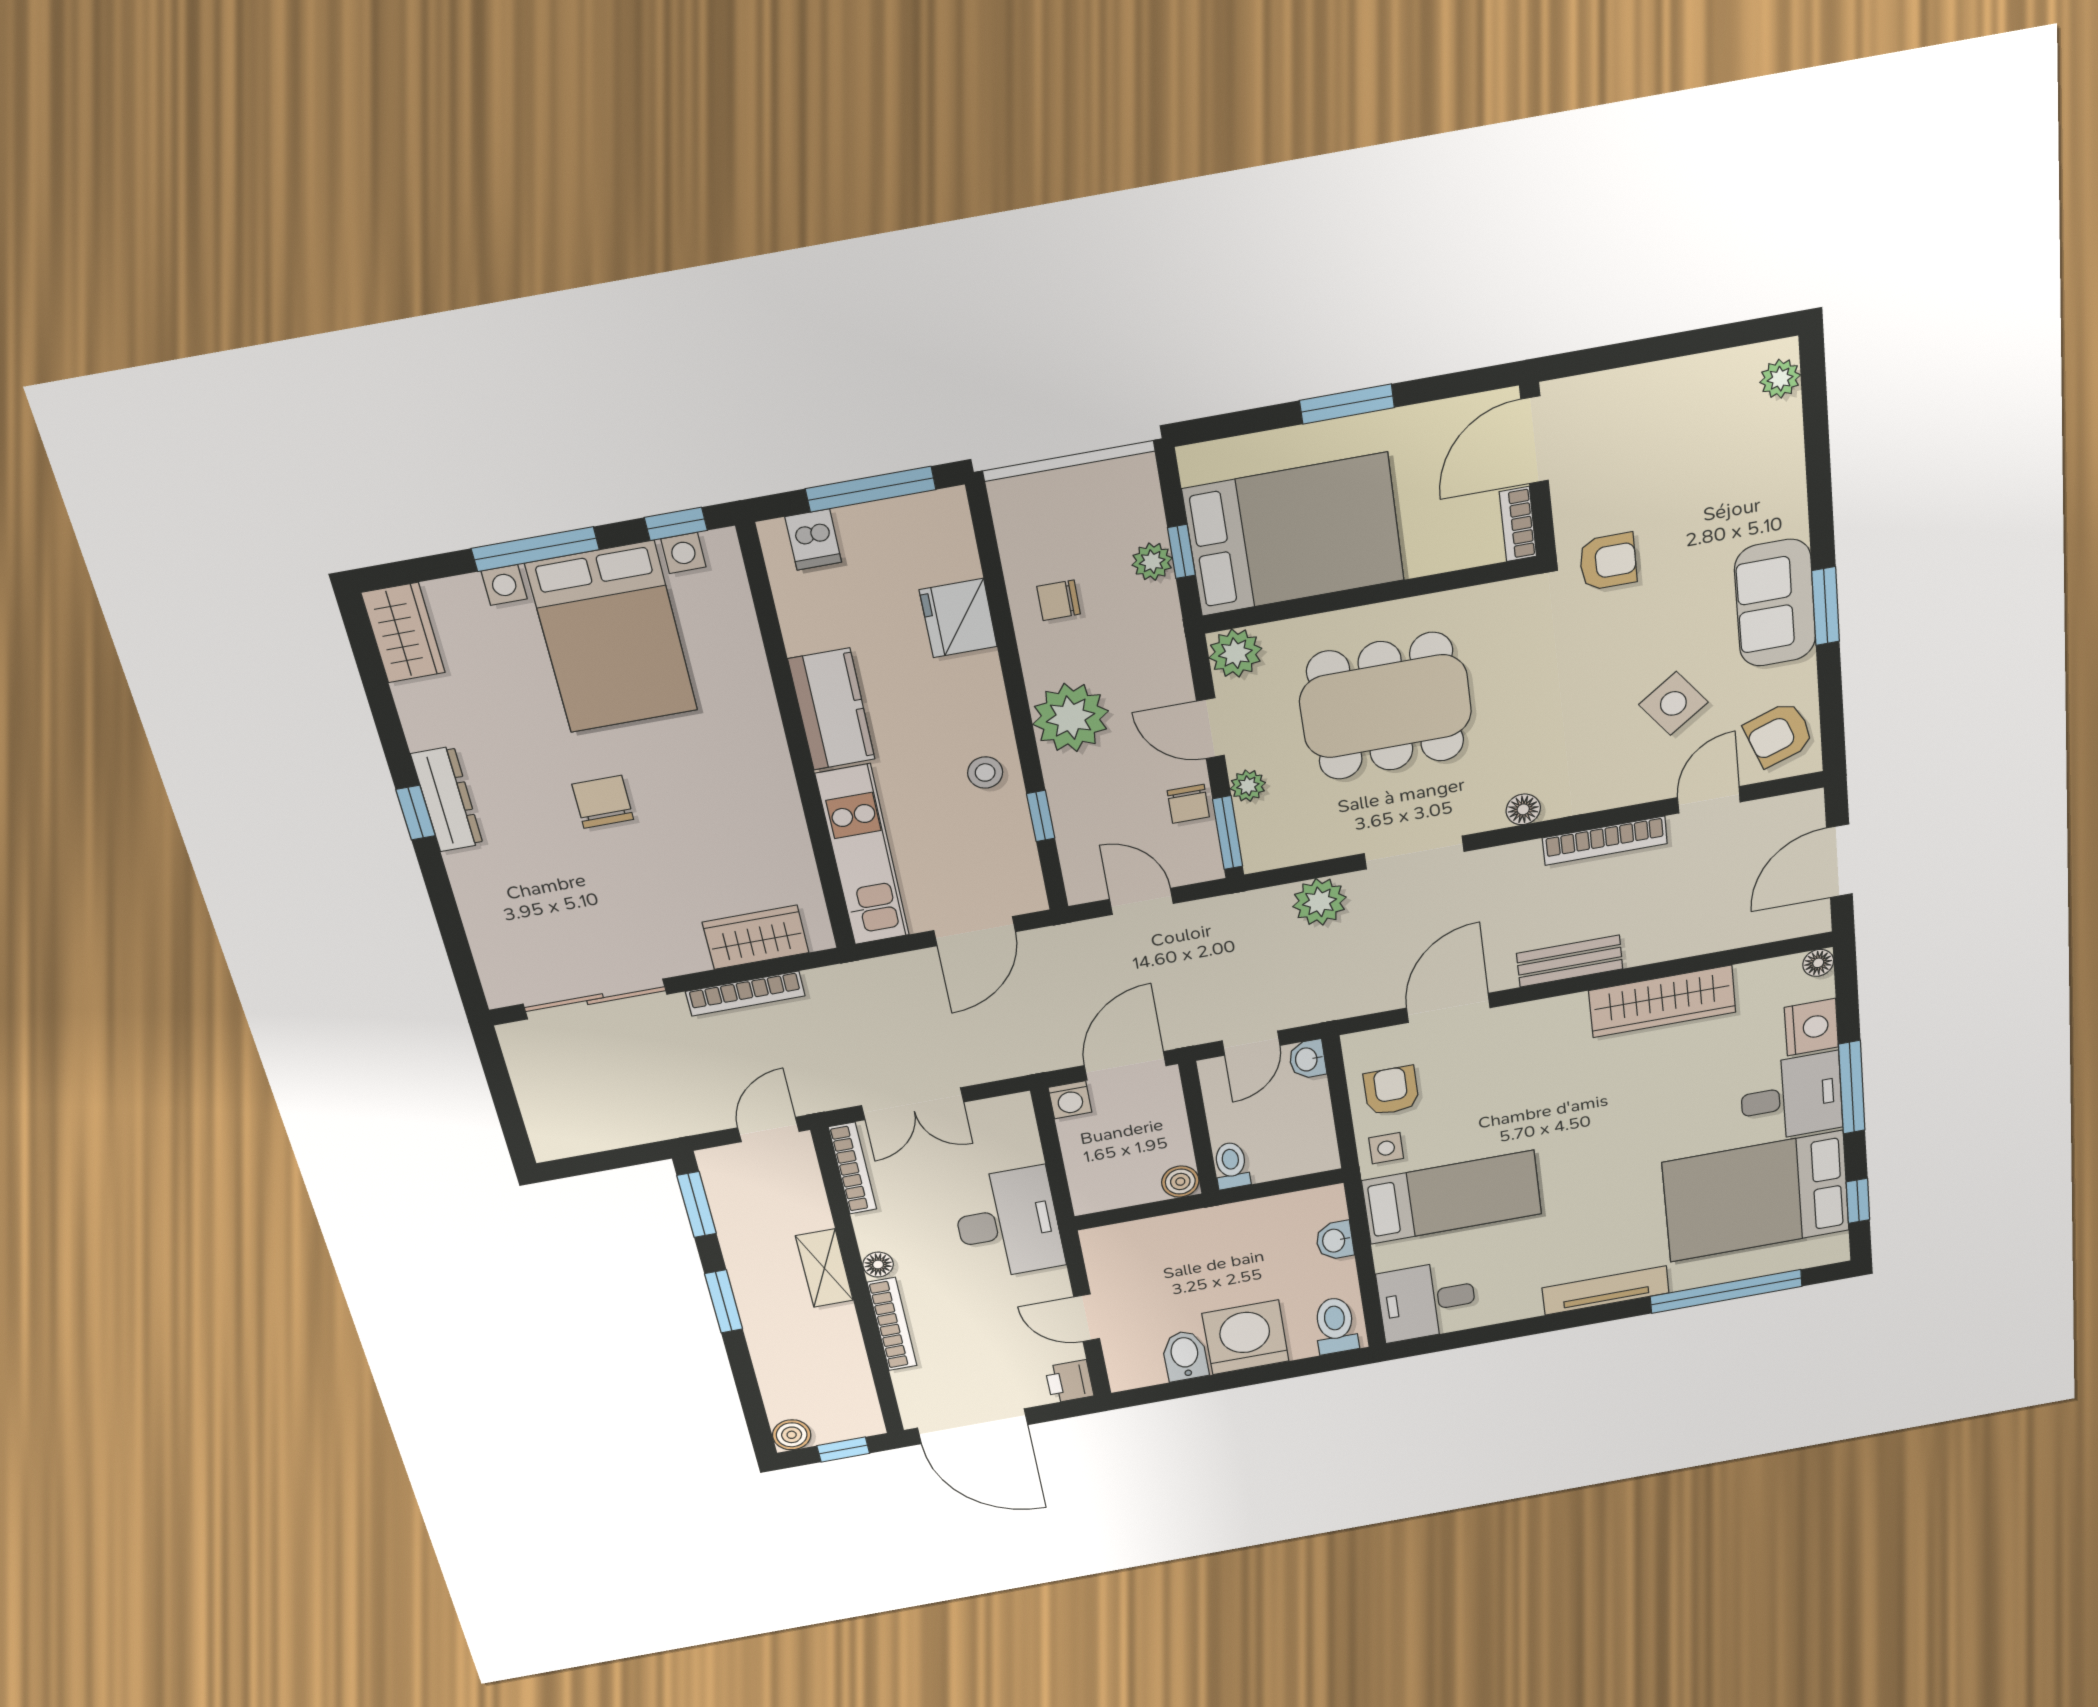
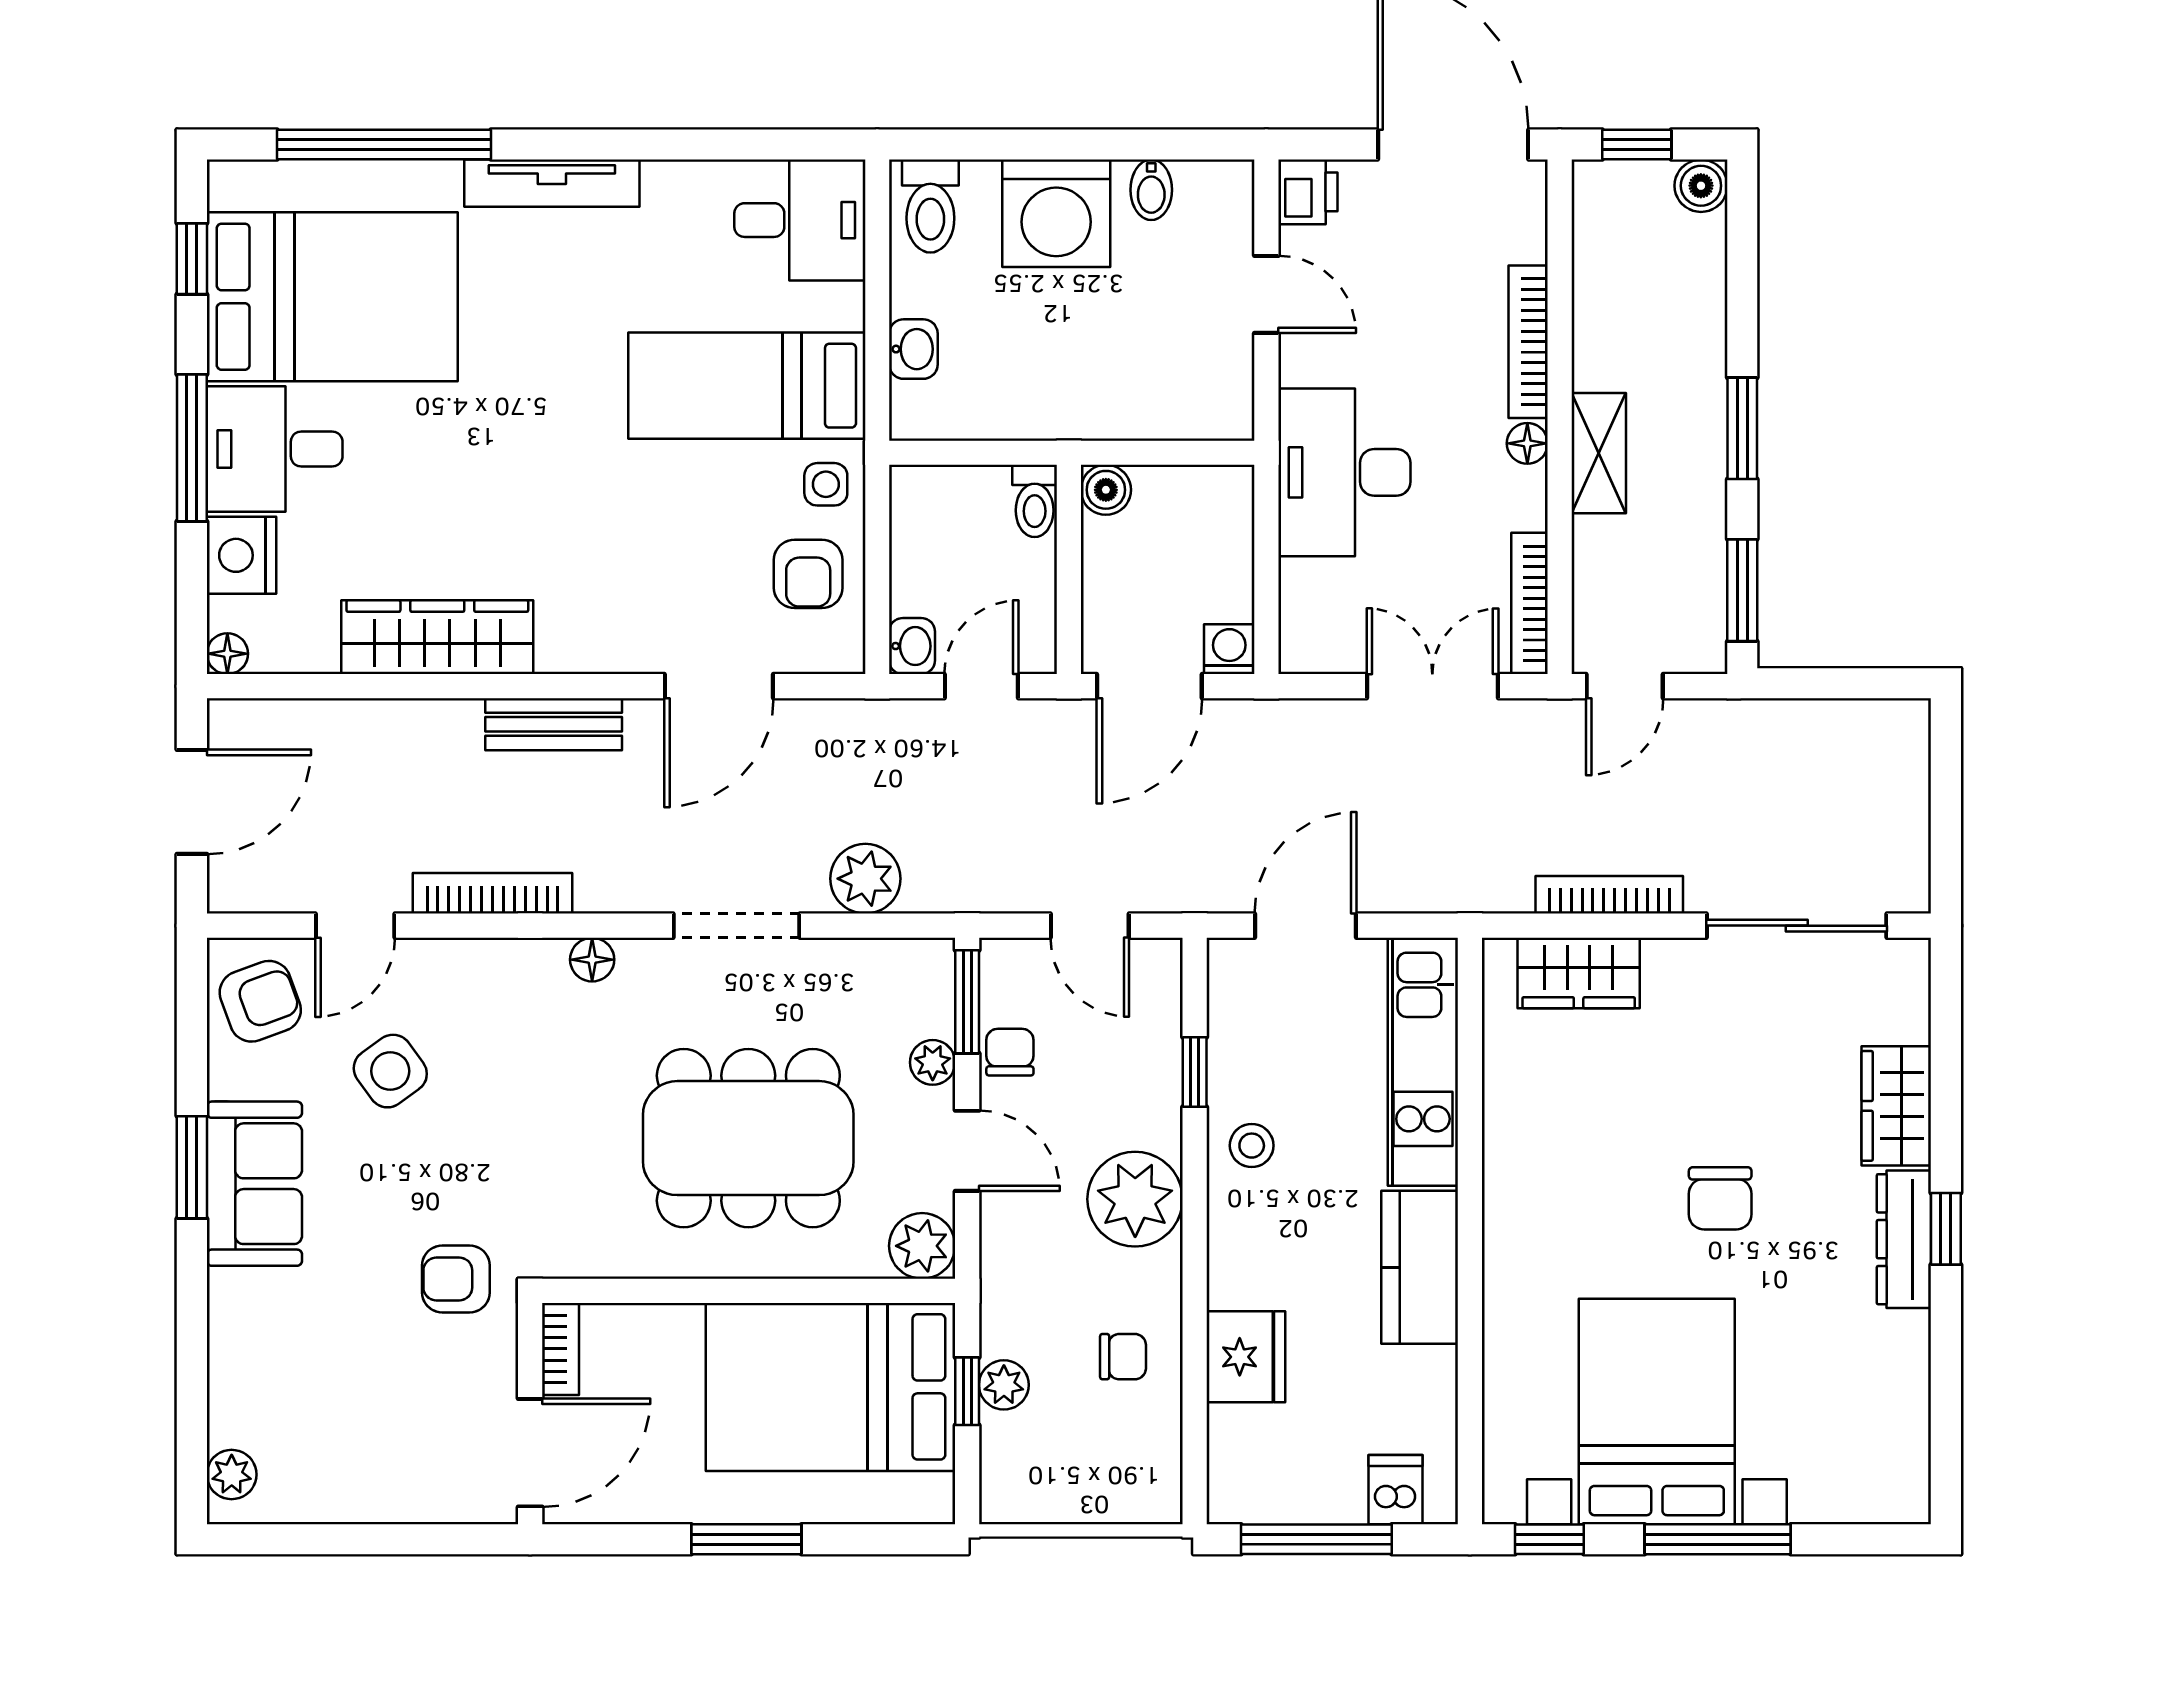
wardrobe: (403, 633) -> (1896, 1106), moved
bidet: (1185, 1356) -> (1151, 190), width x0.72, depth x0.74

